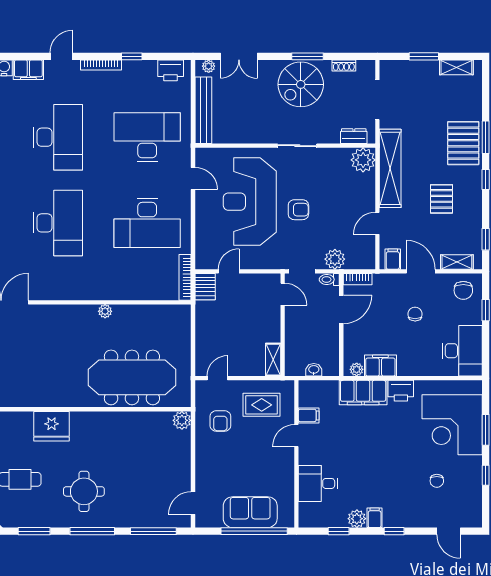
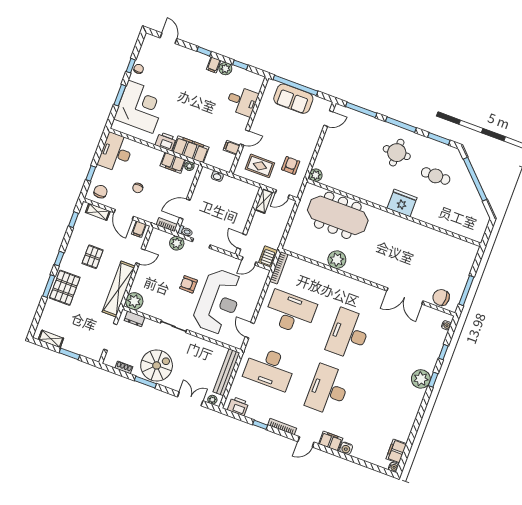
door: (283, 294) -> (242, 241), moved
plant: (105, 311) -> (337, 260), width x1.88, depth x1.88
wall: (283, 325) -> (249, 221), moved
shelving: (273, 360) -> (264, 201), moved
chair: (437, 481) -> (139, 69), moved

